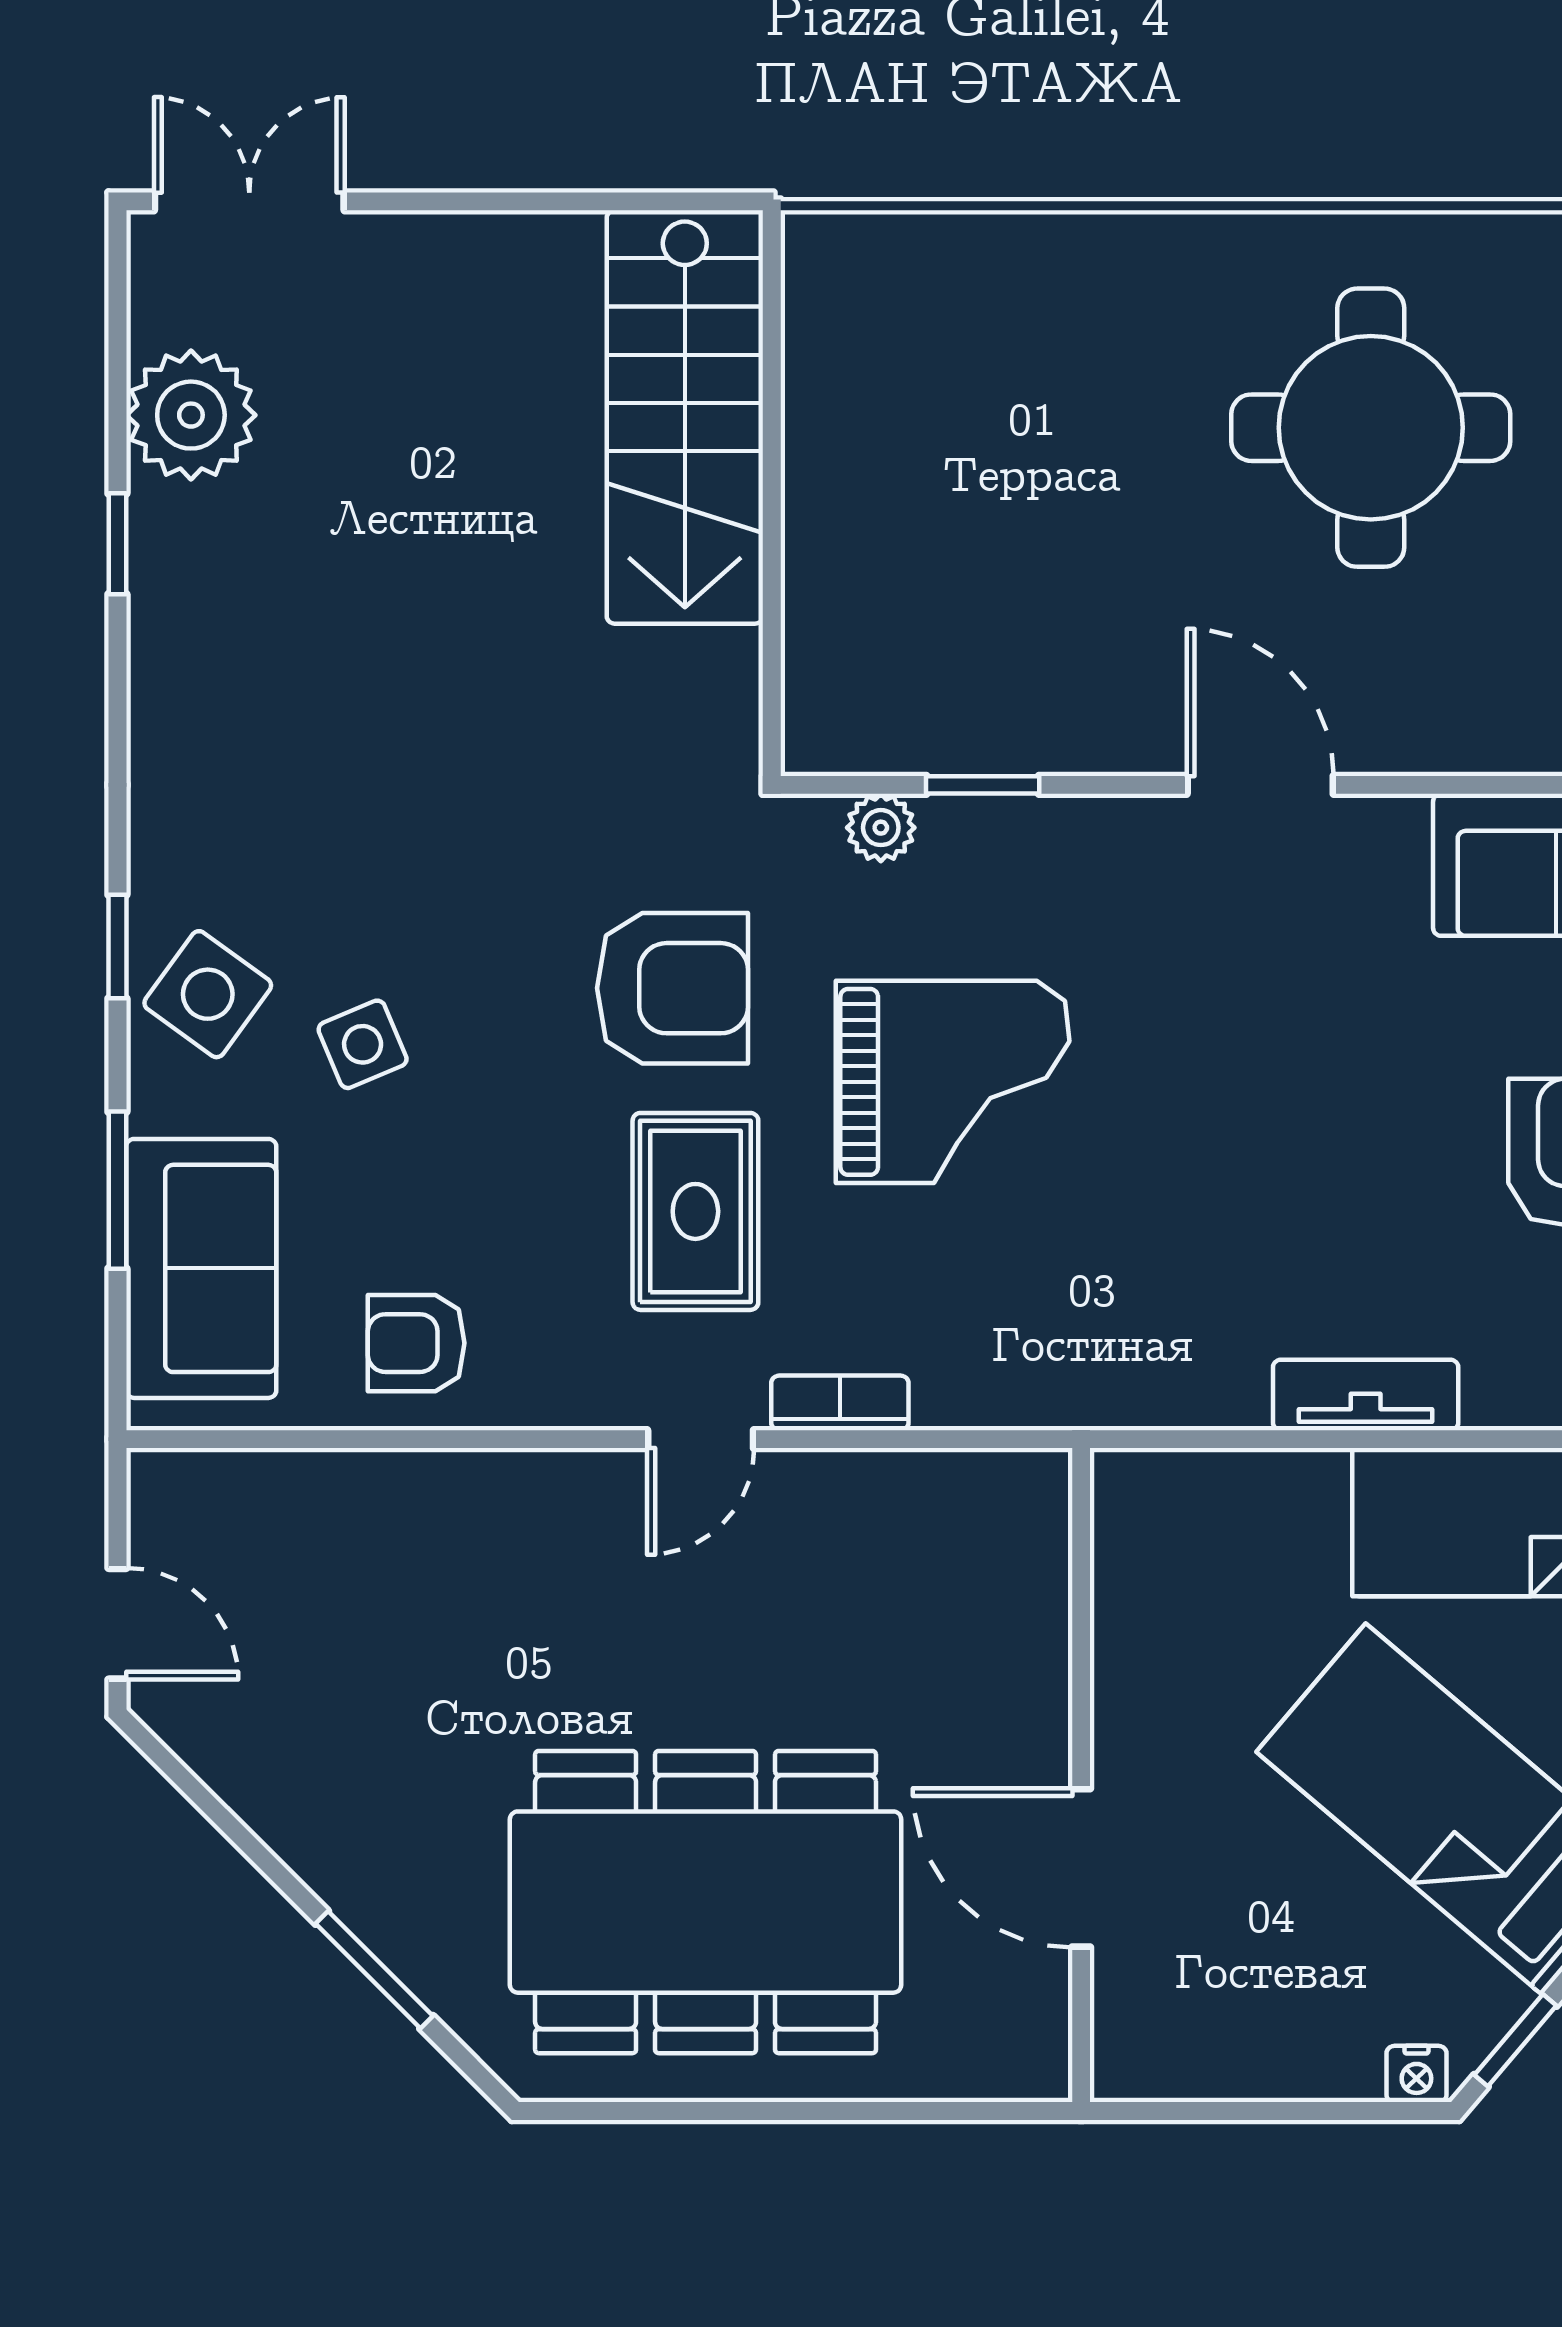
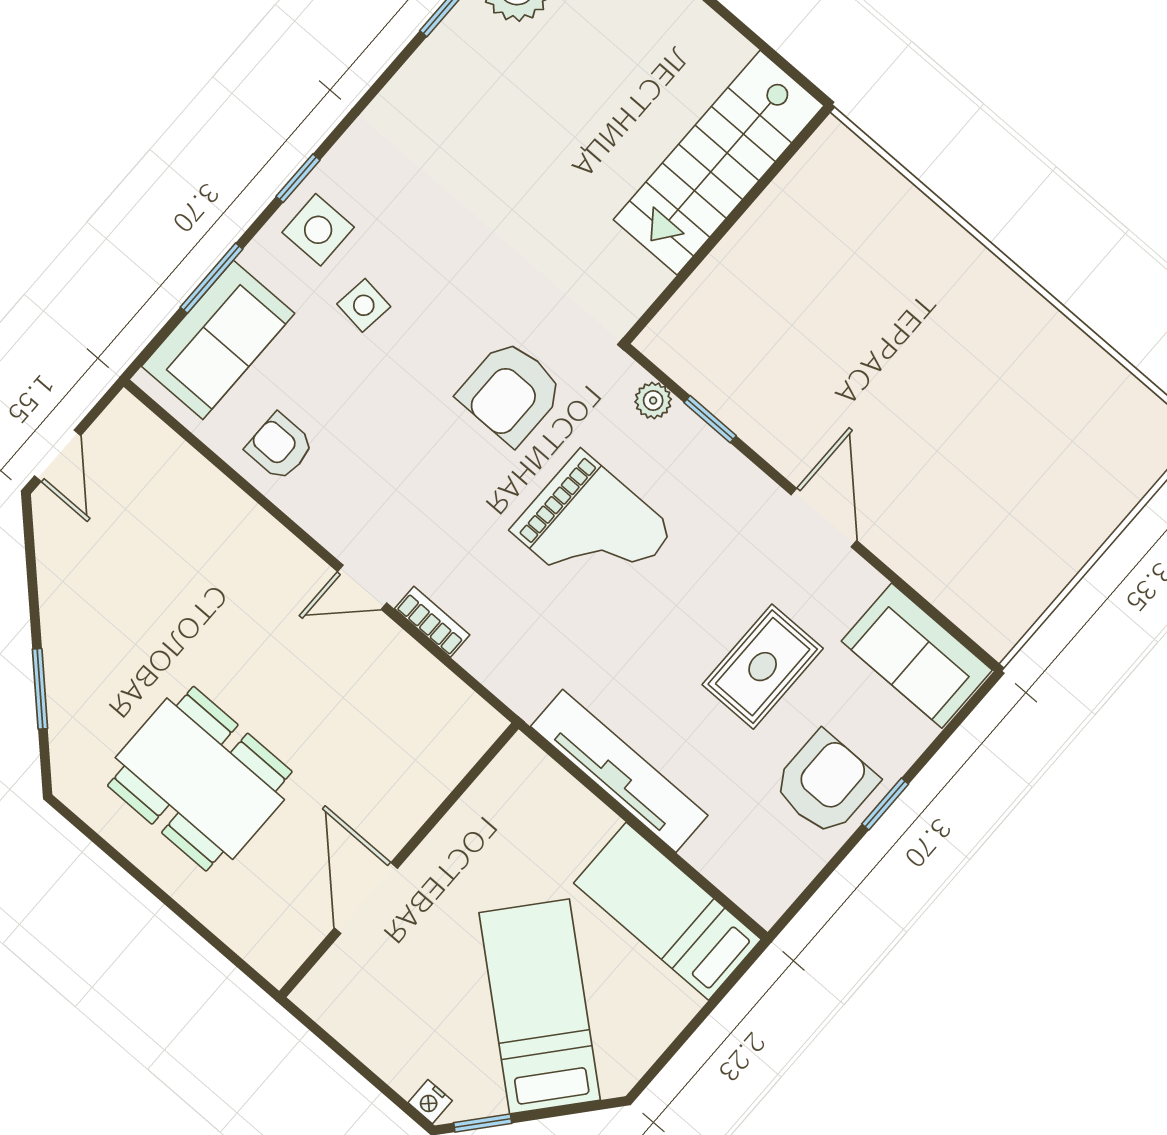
round table: (1371, 428) -> (996, 411), removed
armchair: (673, 988) -> (511, 392), turned 90
side table: (208, 994) -> (318, 230), turned -36
side table: (363, 1044) -> (364, 305), turned 30
rug: (695, 1211) -> (763, 667), moved
tv unit: (1366, 1395) -> (619, 771), width x1.92, depth x1.29
dining table: (706, 1902) -> (200, 779), width x0.73, depth x0.80

